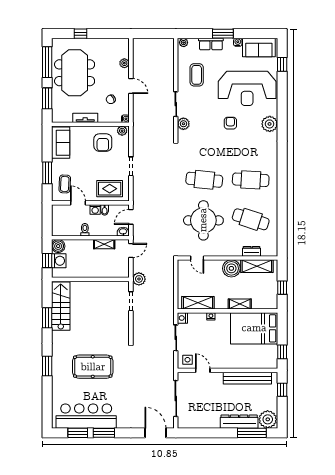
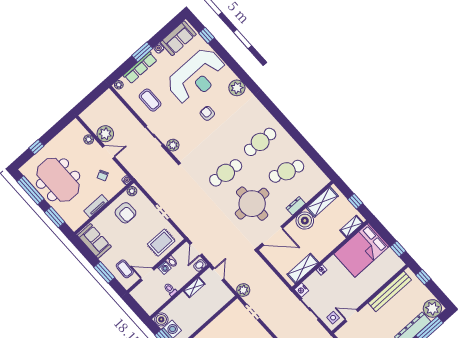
row of seats: (211, 44) -> (140, 68), width x1.48
plant: (141, 70) -> (105, 134), added
dresser: (252, 251) -> (296, 206), moved
door: (197, 258) -> (272, 236), width x1.88
shelving: (240, 304) -> (351, 227), moved

